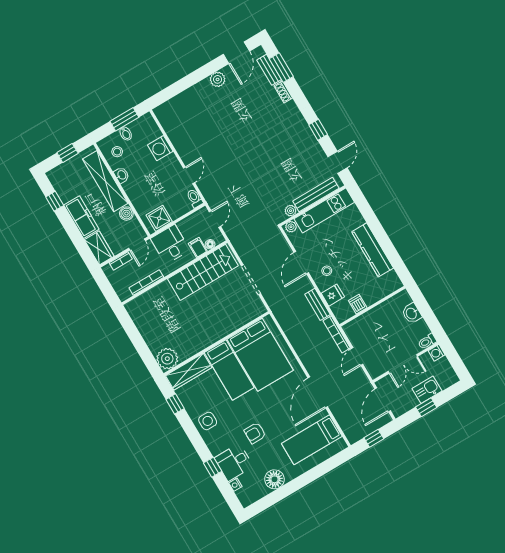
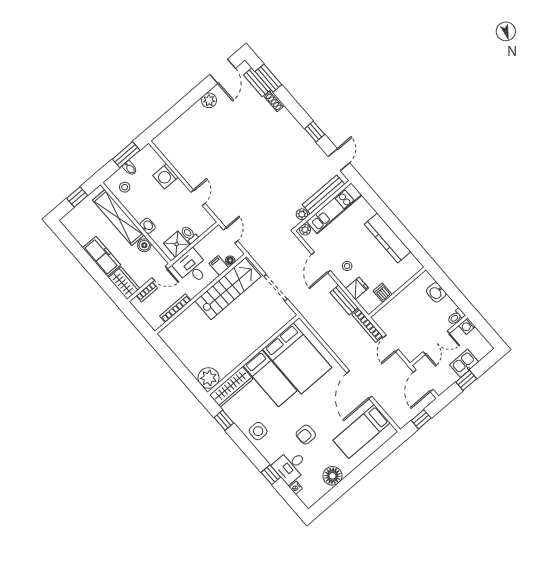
washbasin: (122, 175) -> (148, 226), moved
toilet: (195, 198) -> (189, 234), moved
window: (55, 201) -> (73, 246), removed
door: (137, 244) -> (160, 273), hinge flipped

